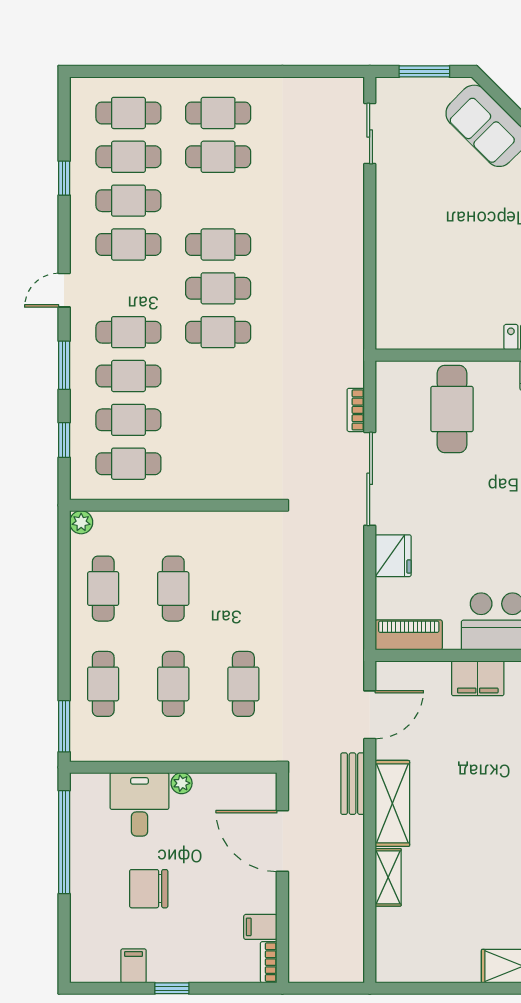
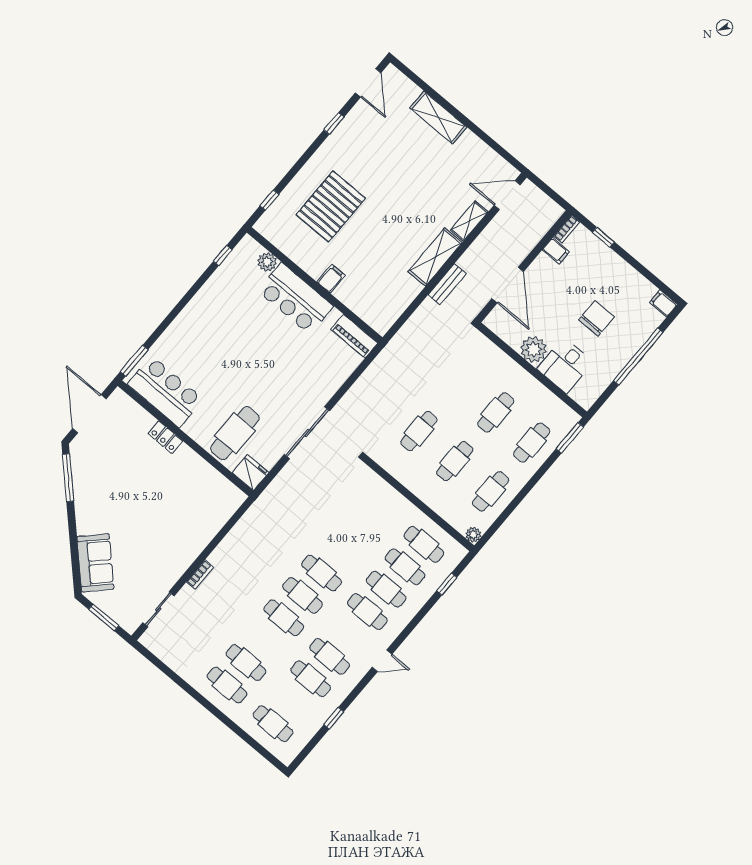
cafe table: (128, 157) -> (292, 701), removed
window: (64, 365) -> (414, 622), removed
bookcase: (356, 410) -> (200, 575), moved
fridge: (393, 556) -> (250, 473), moved, turned 90
filing cabinet: (478, 678) -> (331, 279), width x0.50
cafe table: (243, 684) -> (419, 431), moved
door: (370, 715) -> (507, 195), moved
plant: (182, 783) -> (534, 349), width x1.88, depth x1.88
window: (64, 842) -> (638, 356), moved
chair: (149, 889) -> (596, 318), turned -90
filing cabinet: (134, 966) -> (663, 304), moved, turned 90
window: (172, 988) -> (603, 237), moved

